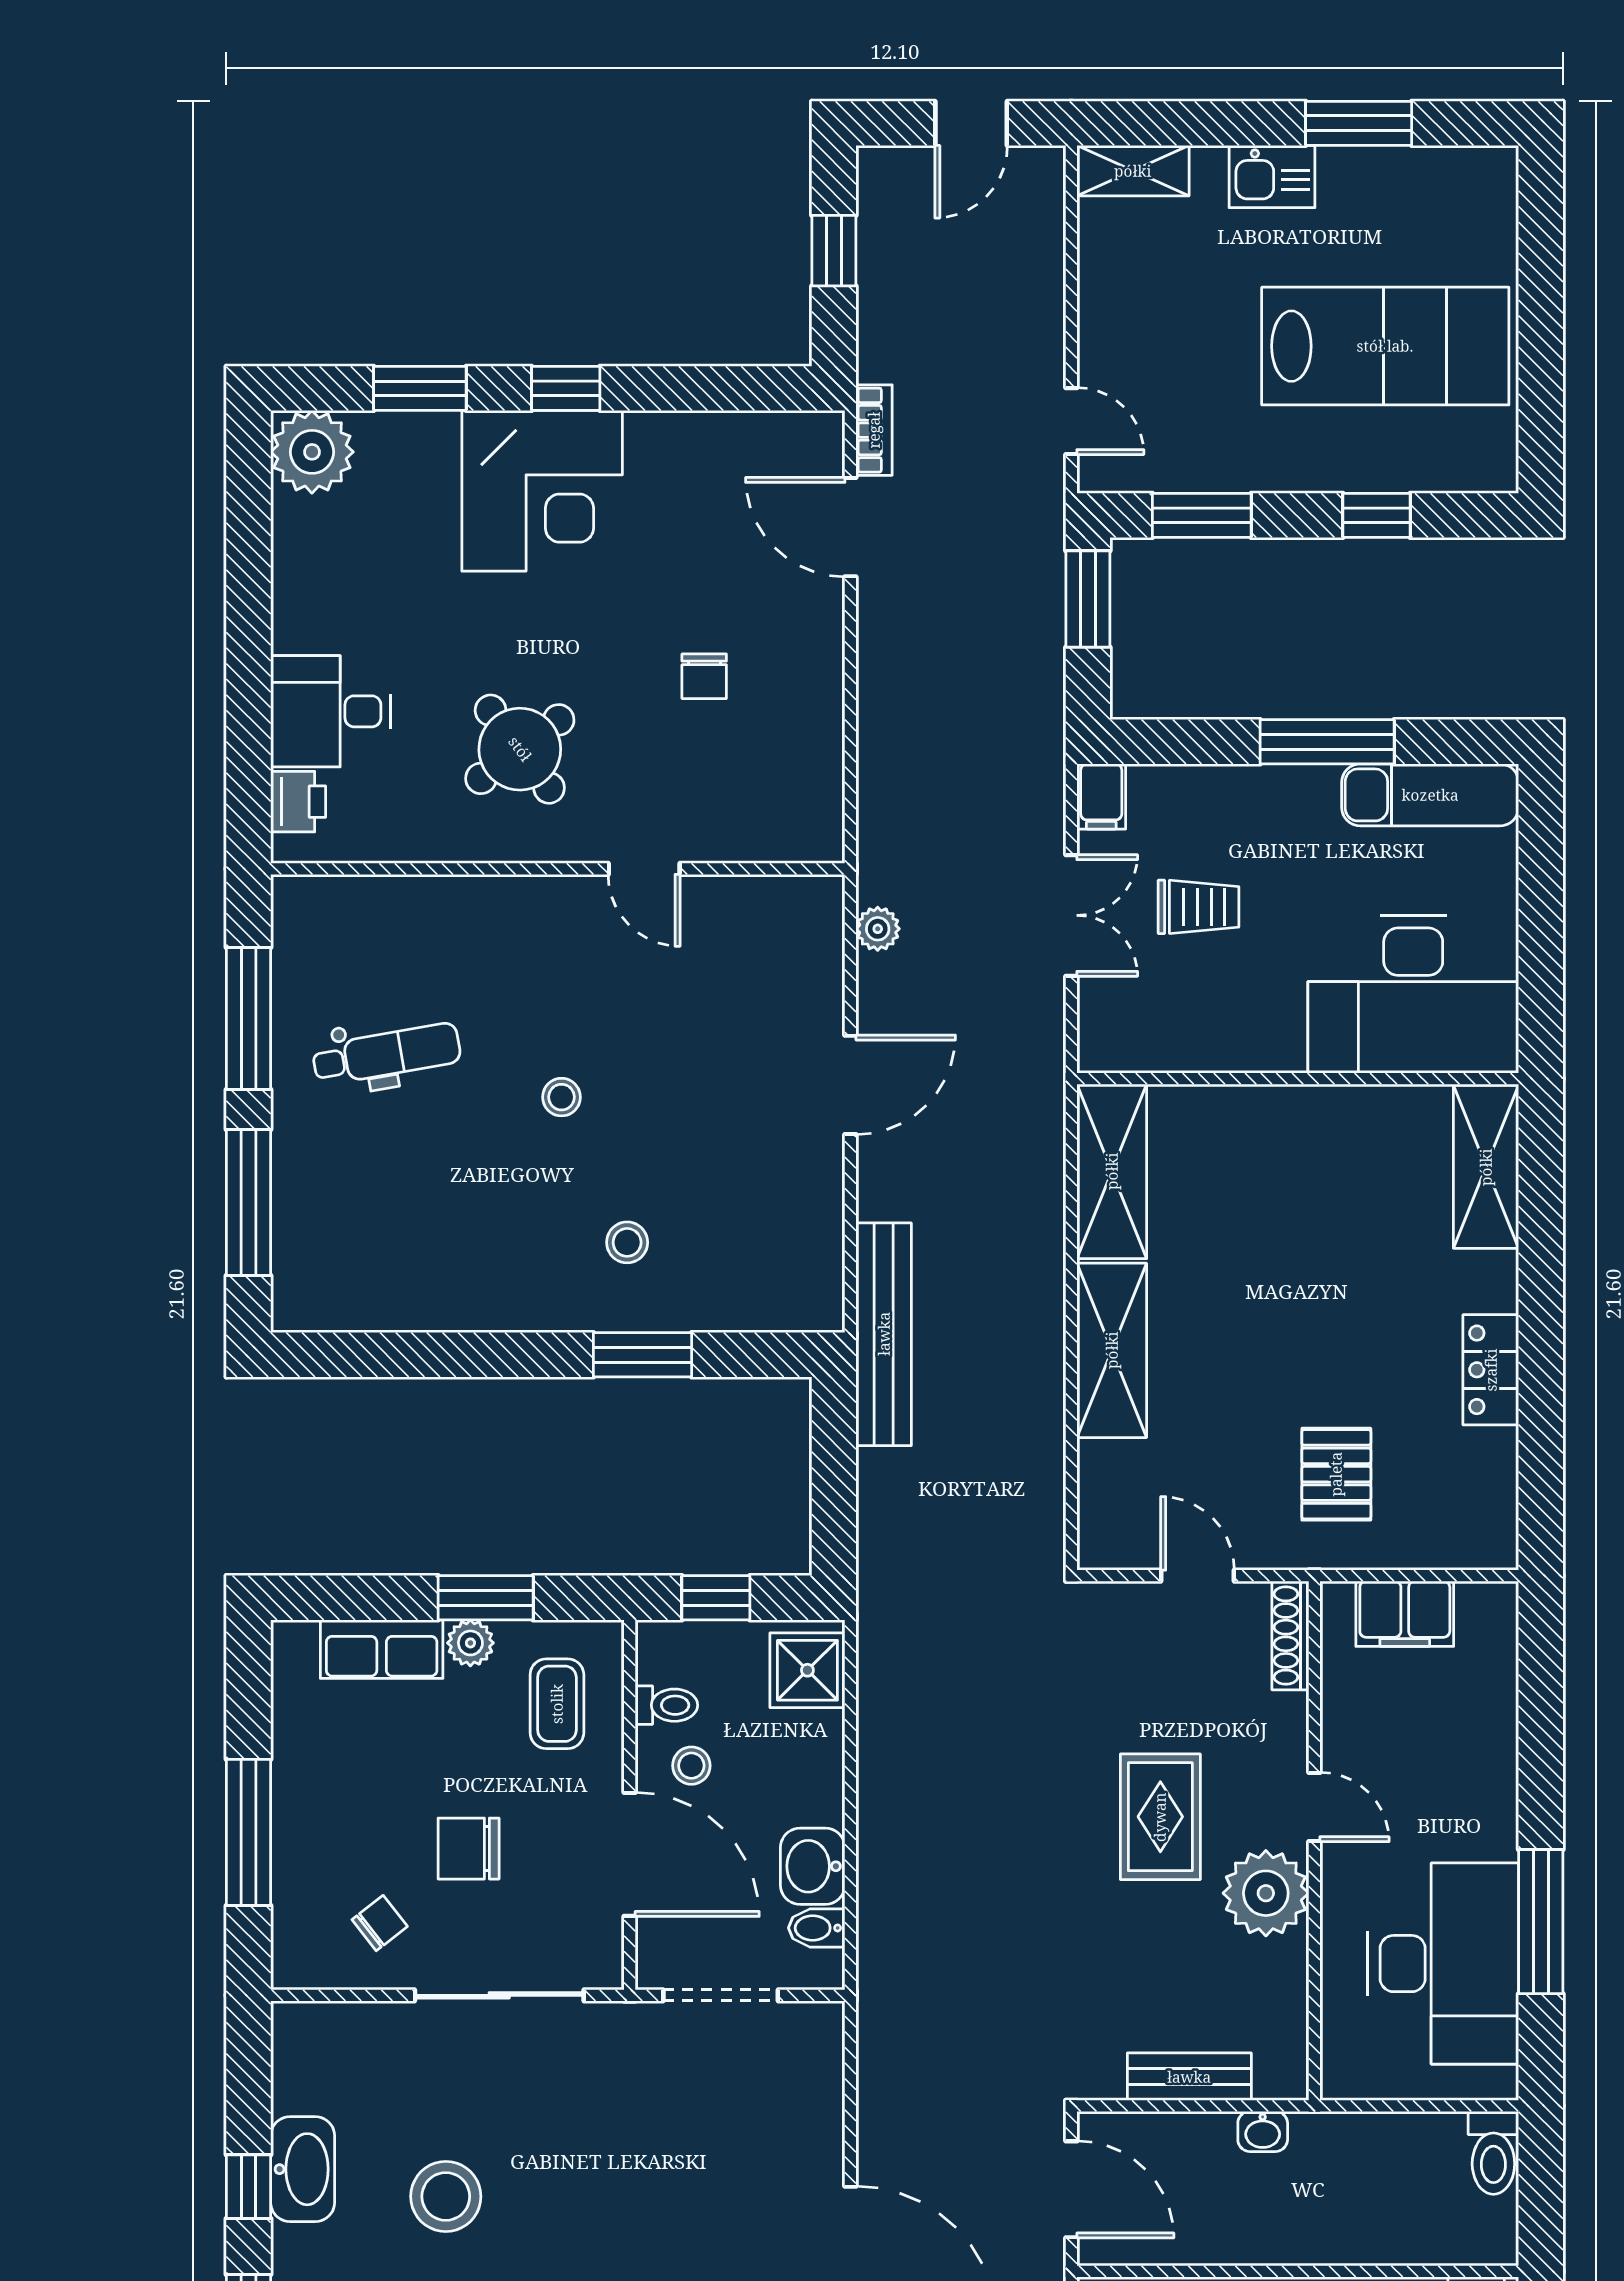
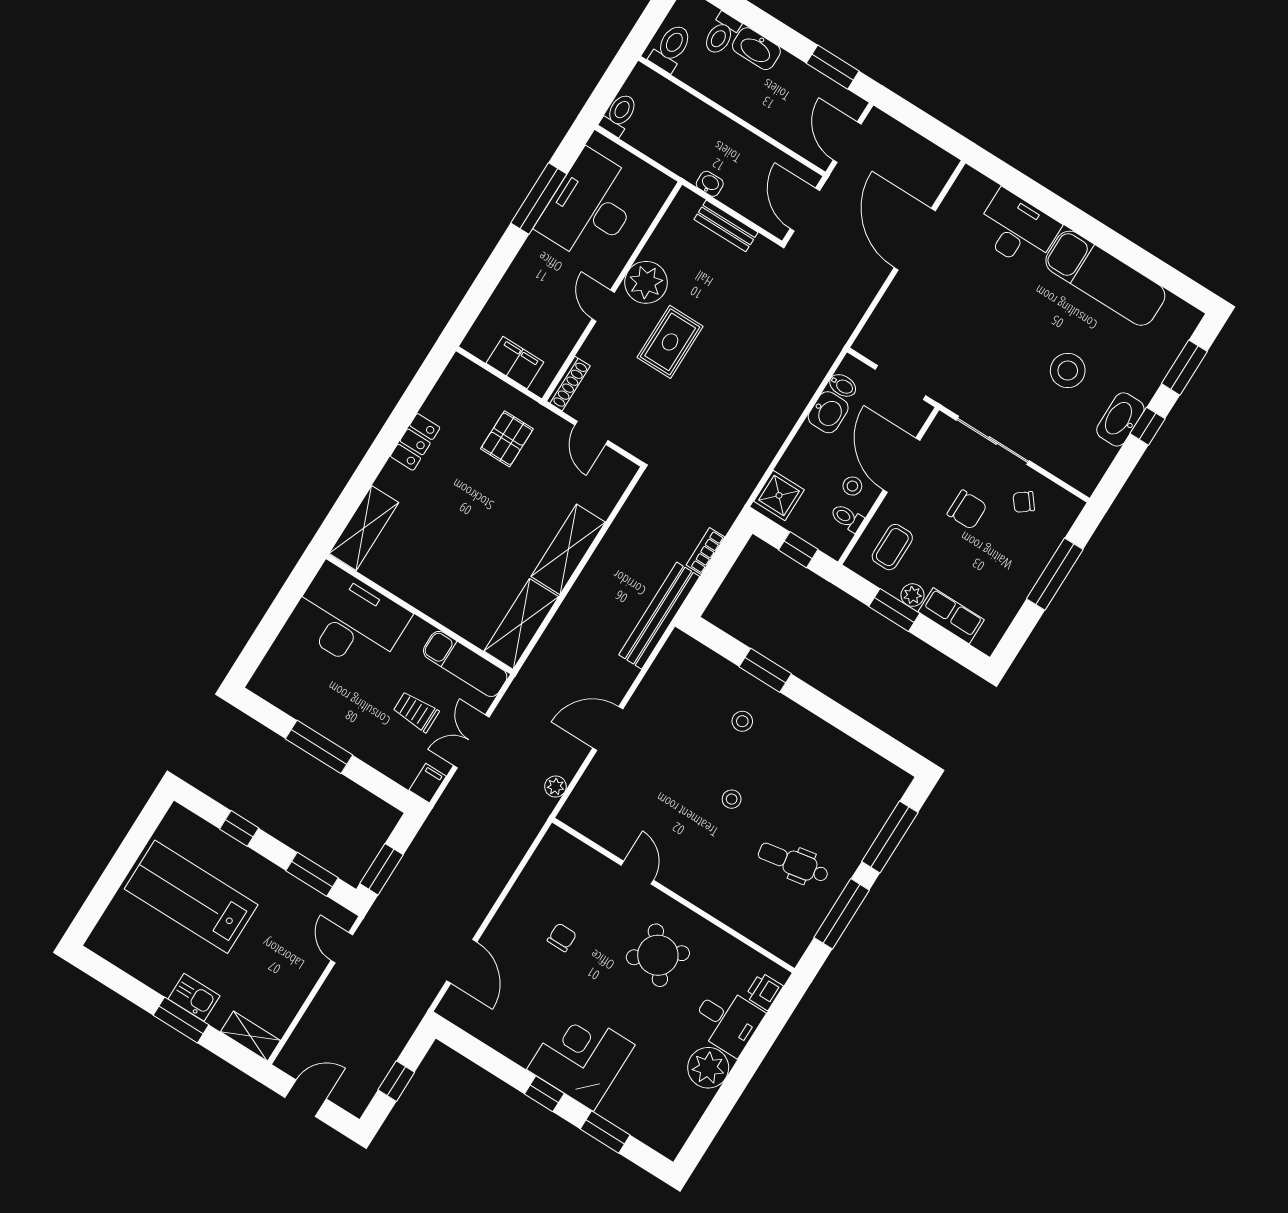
window: (1359, 123) -> (181, 1020), moved
bookcase: (874, 430) -> (705, 551), moved
plant: (312, 452) -> (708, 1068), moved
exam couch: (1430, 795) -> (465, 664), moved, turned 180

